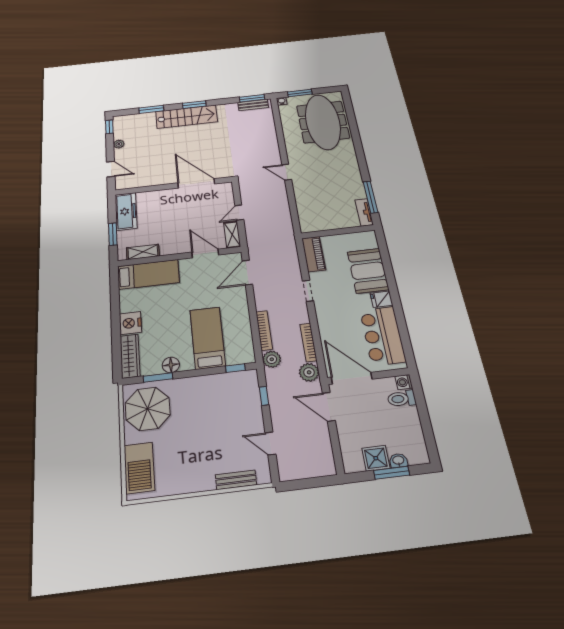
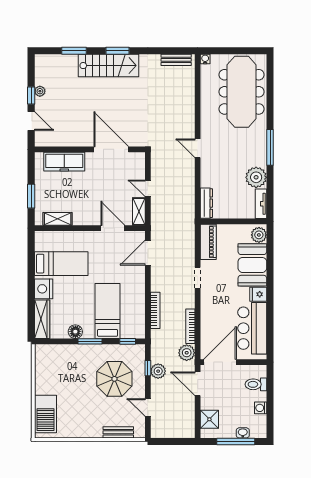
window: (300, 93) -> (225, 51), removed
window: (252, 98) -> (176, 51), removed
window: (109, 127) -> (31, 96), moved
plant: (354, 190) -> (256, 177), added
window: (371, 197) -> (270, 147), moved
freezer: (126, 211) -> (64, 162), moved, turned 90
door: (239, 213) -> (148, 188), hinge flipped
dresser: (305, 219) -> (206, 203), added
plant: (369, 241) -> (259, 235), added
bed: (148, 274) -> (61, 264), moved
plant: (272, 359) -> (158, 371), moved
window: (158, 377) -> (90, 341), moved
door: (352, 378) -> (220, 362), hinge flipped
washing machine: (404, 382) -> (261, 408), moved
parasol: (148, 409) -> (114, 379), moved
shower: (376, 458) -> (209, 419), moved
window: (392, 473) -> (236, 442), width x1.44

